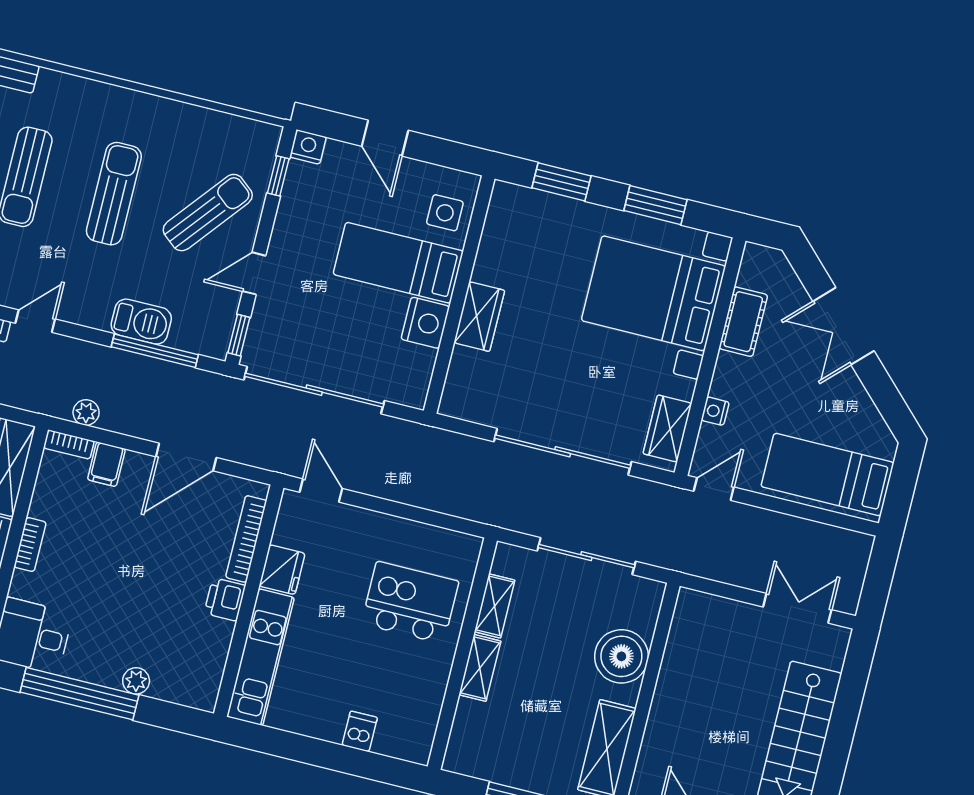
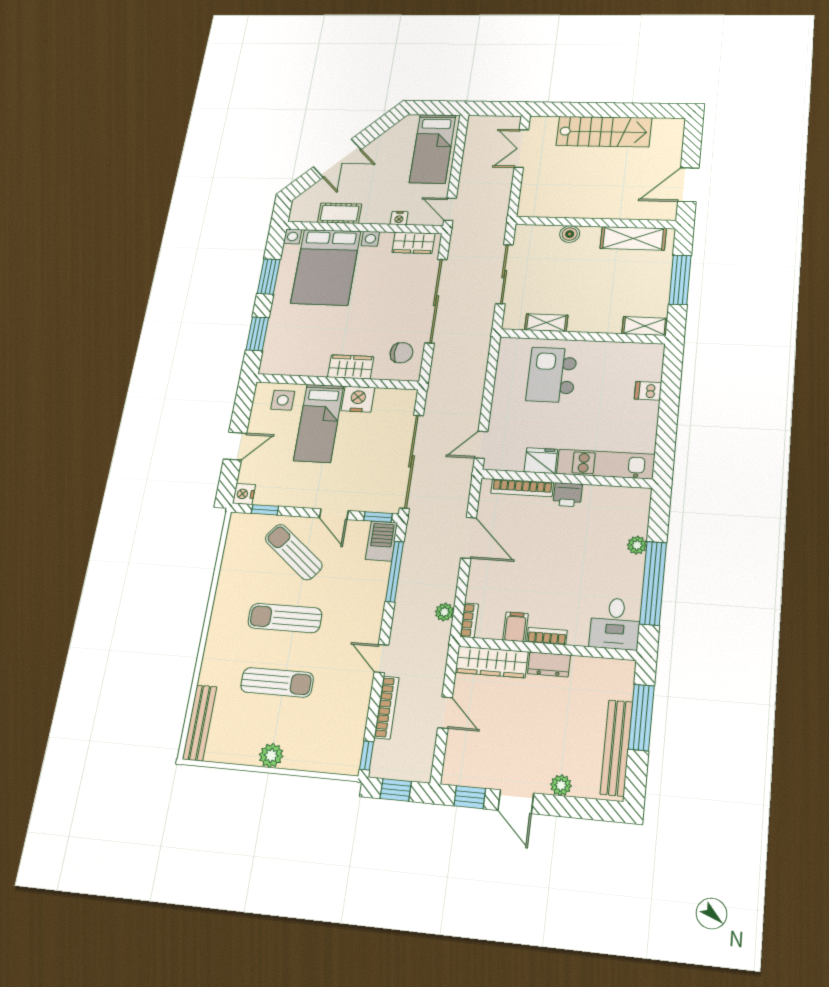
barbecue: (141, 322) -> (381, 541), moved
chair: (488, 393) -> (401, 353), added
filing cabinet: (106, 464) -> (516, 627), moved, turned -90
boiler: (621, 656) -> (570, 234), width x0.54, depth x0.54
shelving: (480, 668) -> (645, 326), moved

